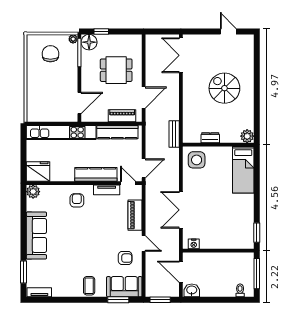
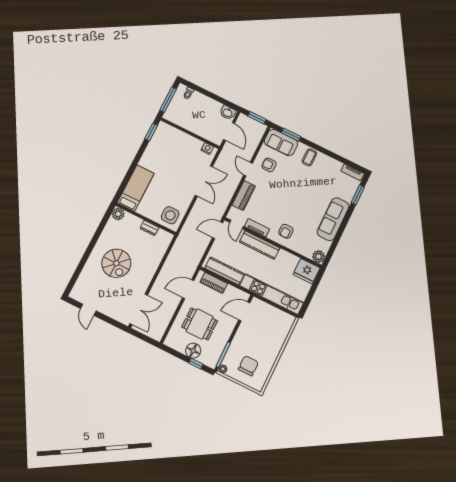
floor lamp: (89, 42) -> (193, 351), moved
chair: (50, 54) -> (248, 366), turned 180
bench: (174, 134) -> (178, 246), removed

